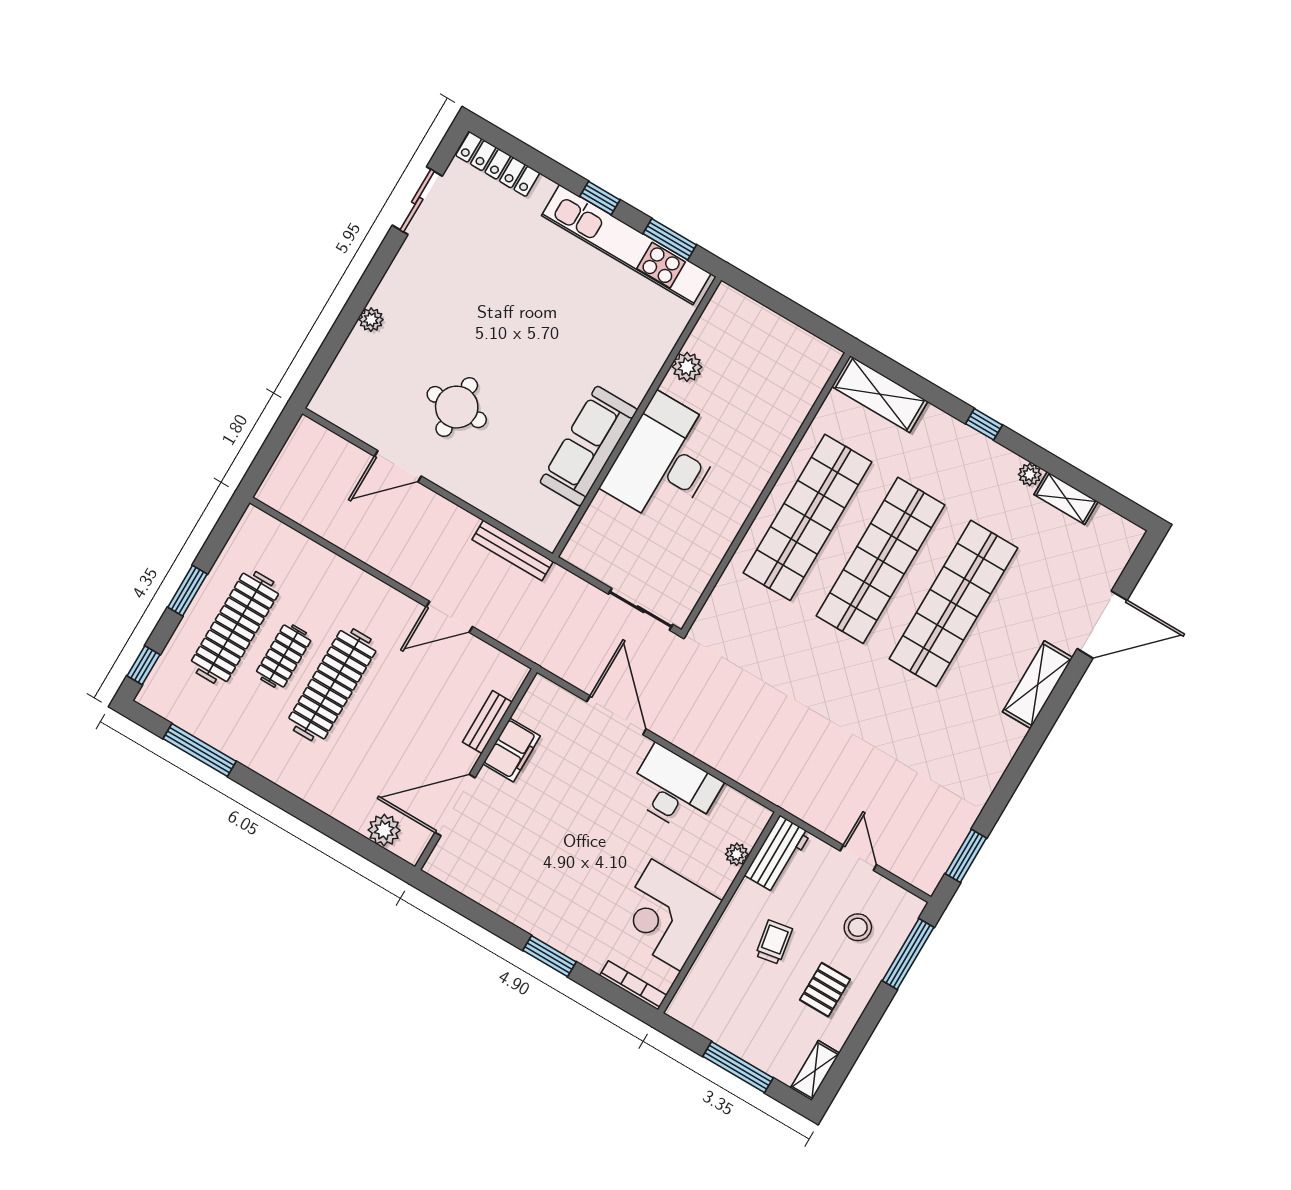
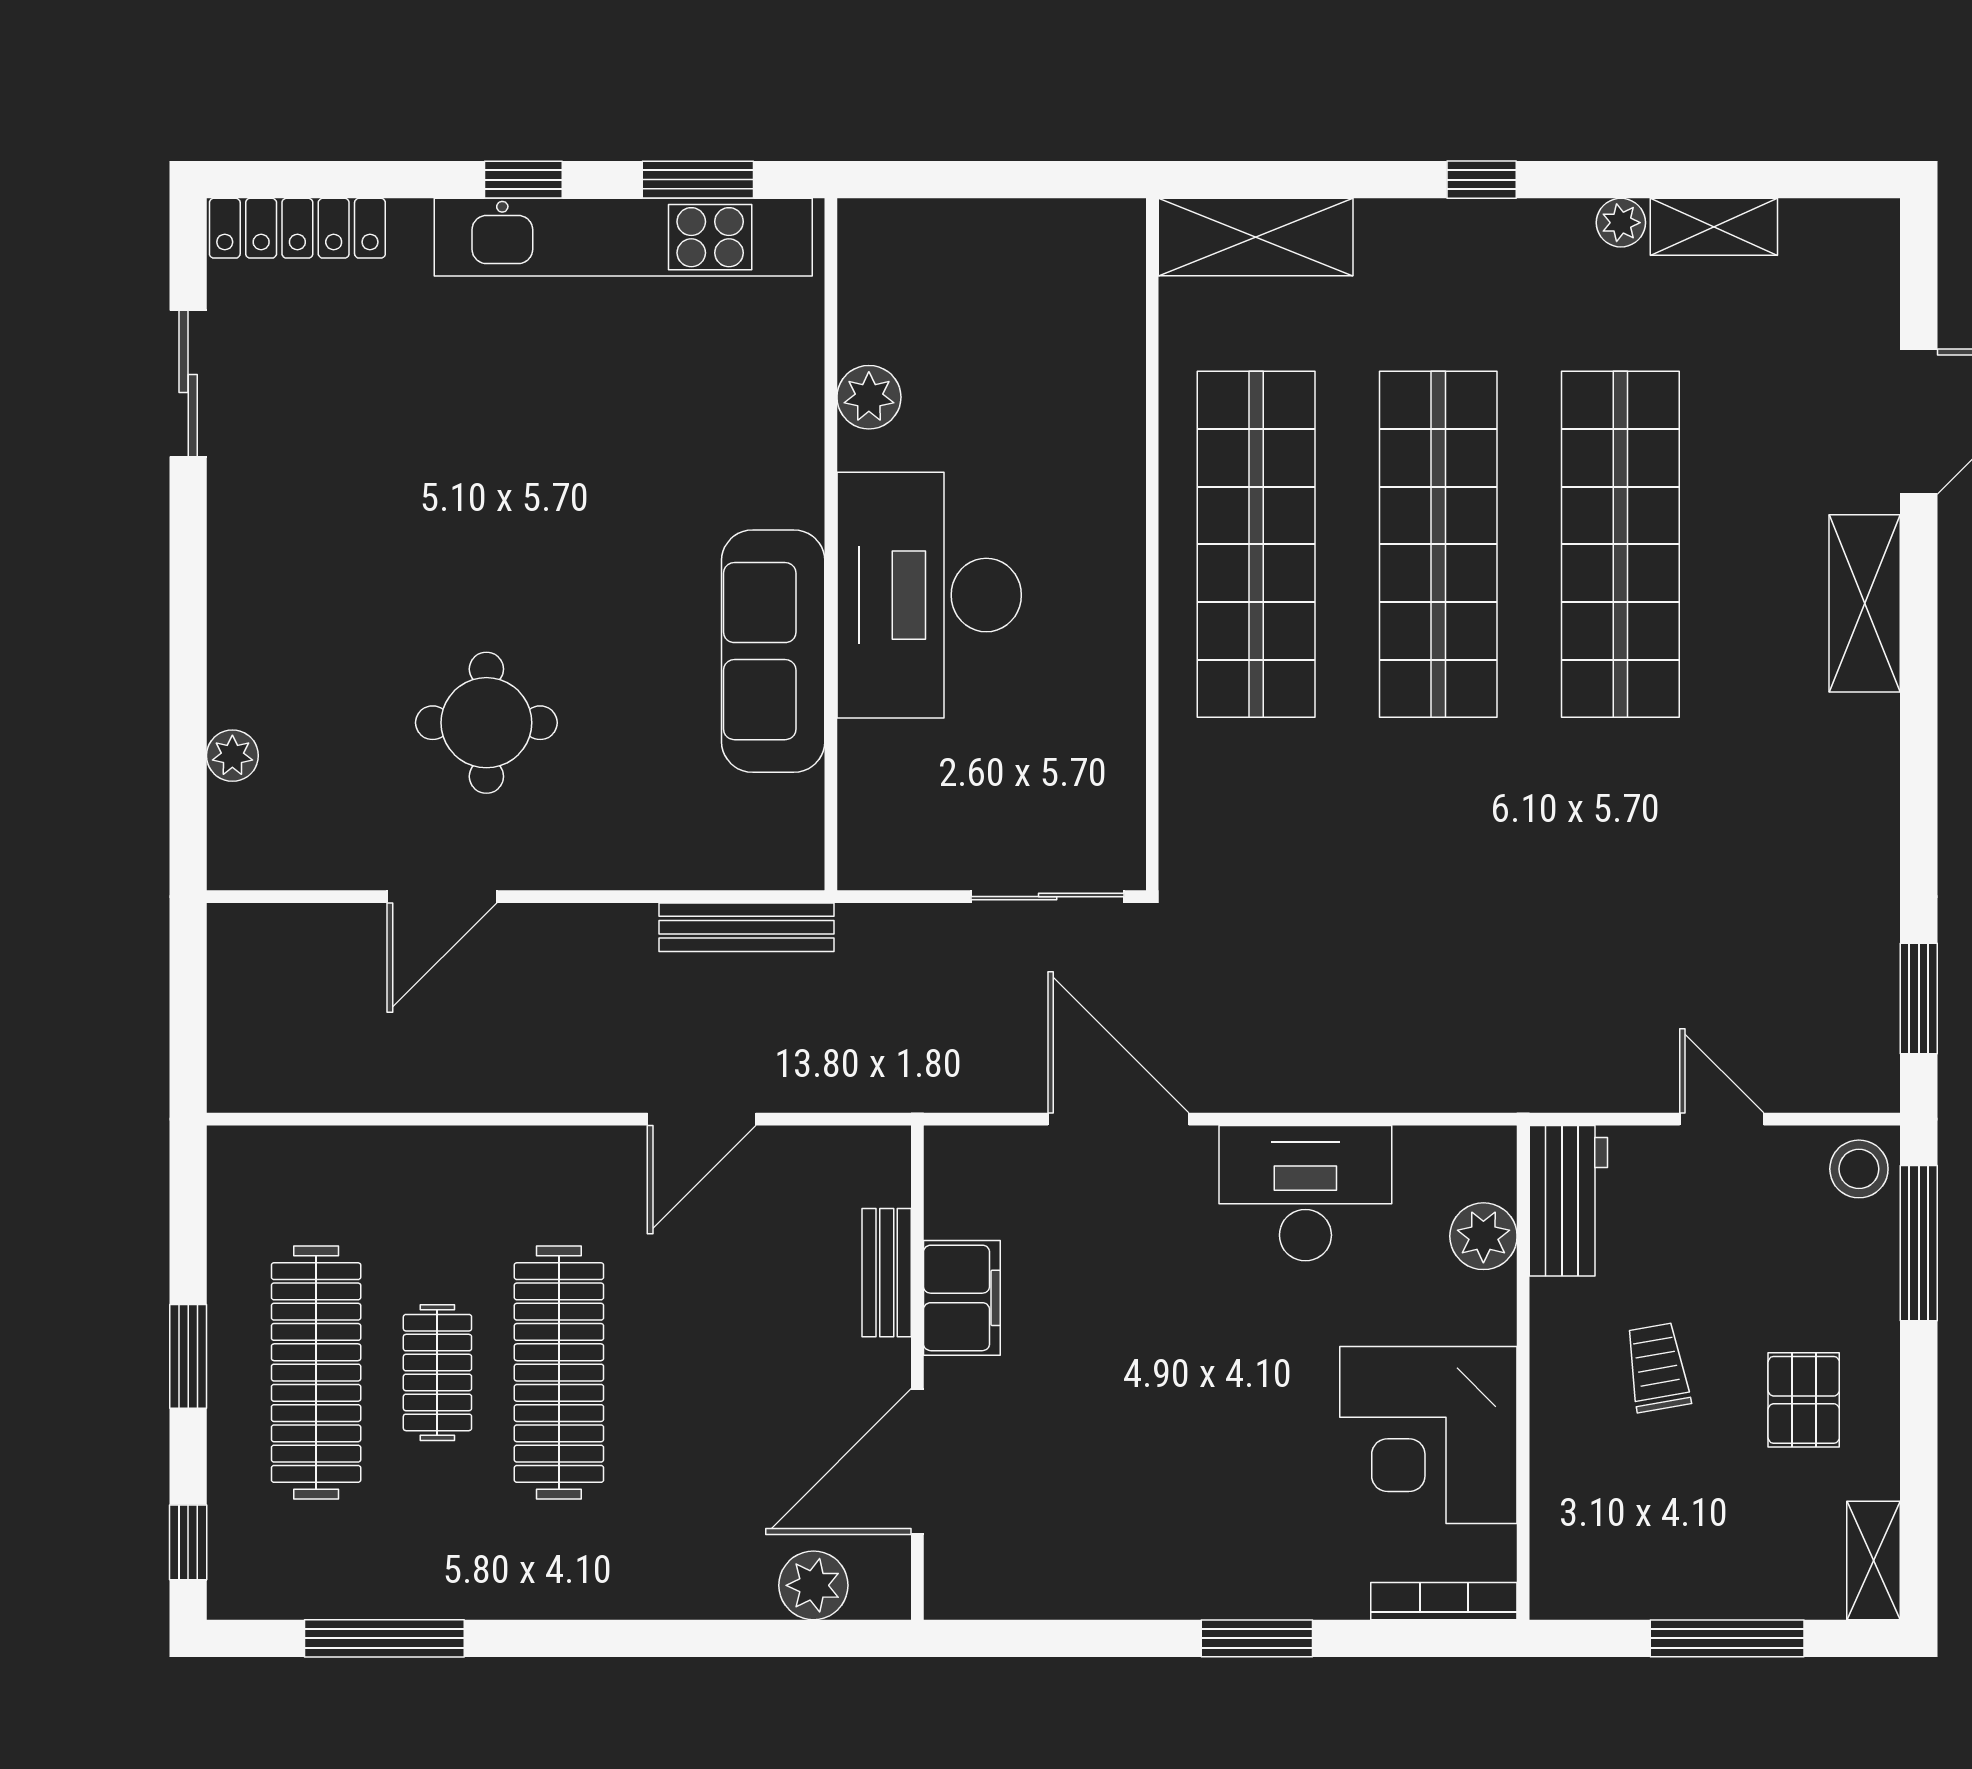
plant: (371, 320) -> (232, 756), moved
plant: (737, 854) -> (1483, 1236), width x1.38, depth x1.38
stool: (858, 927) -> (1859, 1169), moved

